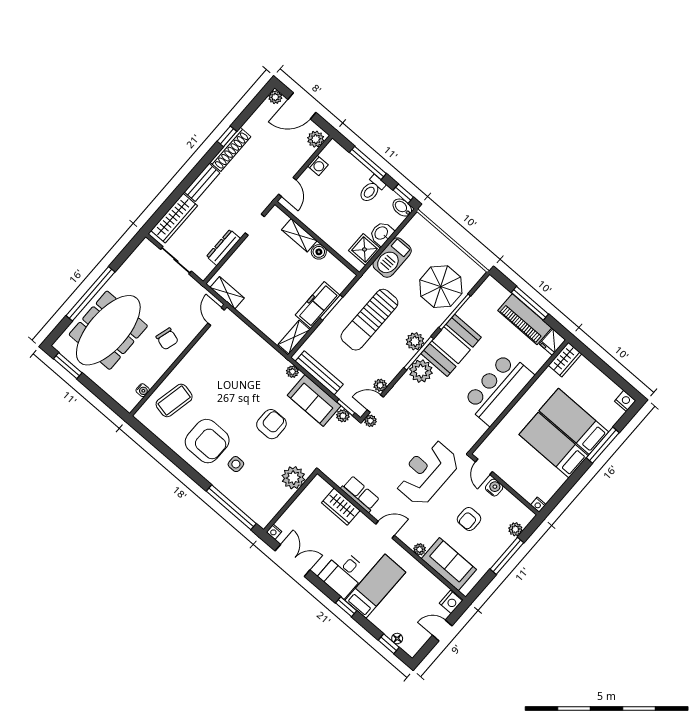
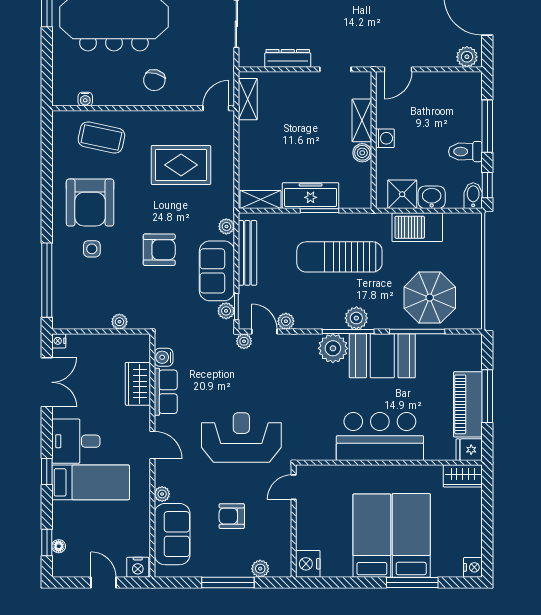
washing machine: (318, 165) -> (385, 138), moved, turned -90
rug: (232, 367) -> (181, 165), added
plant: (293, 478) -> (119, 322), width x0.53, depth x0.53
water cooler: (494, 488) -> (164, 357), moved, turned 180
nightstand: (538, 505) -> (308, 564), width x1.89, depth x1.79

